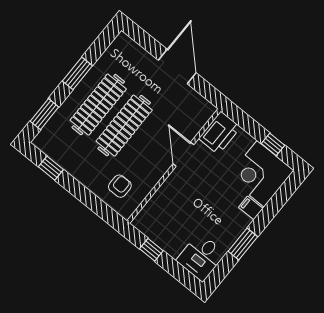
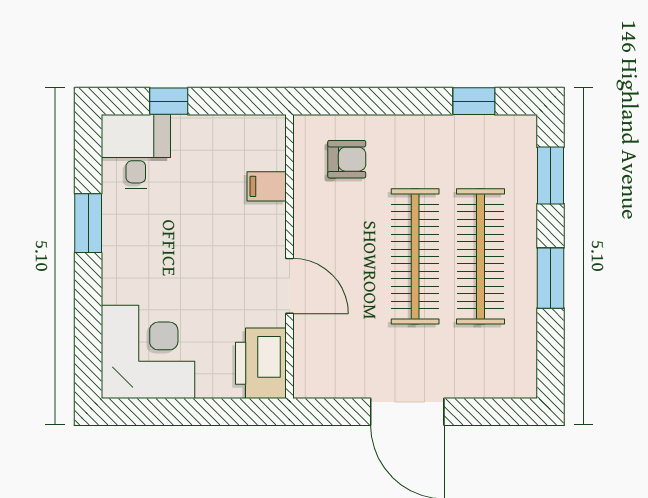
window: (273, 144) -> (166, 412), removed
armchair: (120, 186) -> (347, 159), turned -90
filing cabinet: (251, 208) -> (267, 186), moved, turned 180
window: (151, 250) -> (169, 101), moved

